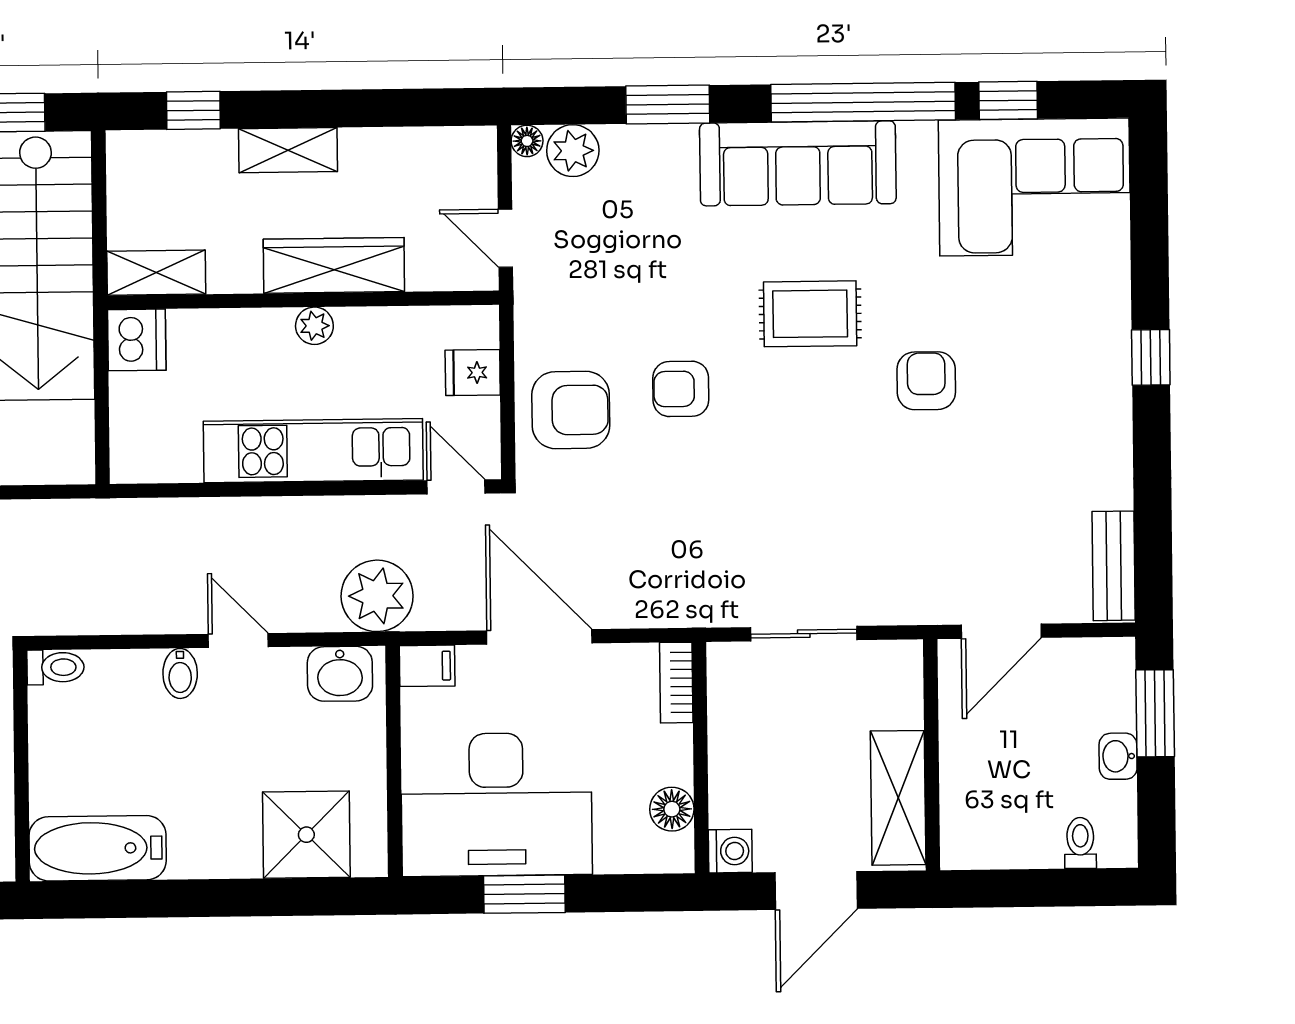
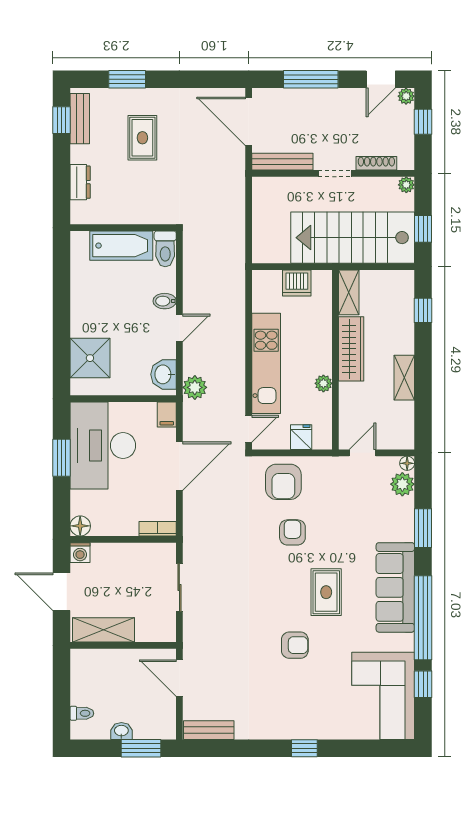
shelving: (288, 150) -> (404, 378), moved
wardrobe: (334, 265) -> (351, 349), moved
plant: (314, 326) -> (323, 383), moved
dishwasher: (137, 340) -> (297, 283), moved
plant: (377, 596) -> (195, 387), width x0.73, depth x0.73
toilet: (55, 667) -> (165, 249), width x1.37, depth x1.39
floor lamp: (672, 809) -> (80, 526), moved
bathtub: (98, 848) -> (121, 246), moved, turned 90

